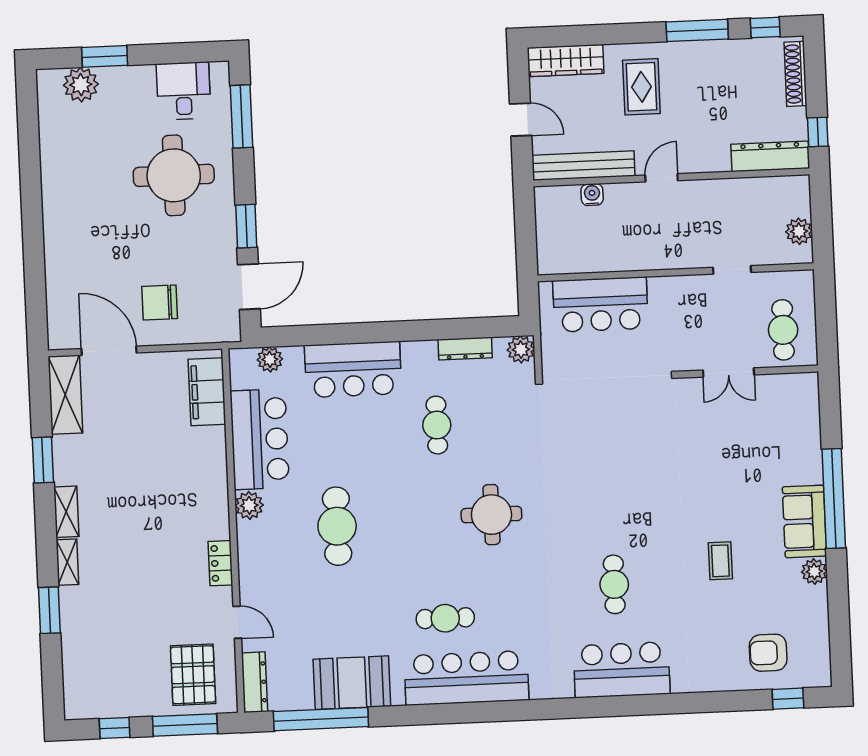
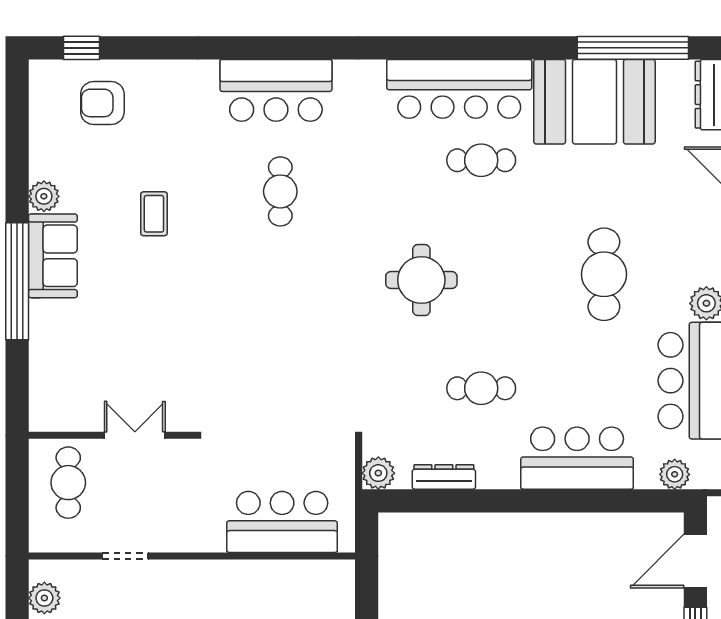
cafe table: (437, 425) -> (481, 388), turned 90
armchair: (768, 653) -> (102, 103), turned 180
booth: (352, 683) -> (594, 102), width x1.36, depth x1.42

